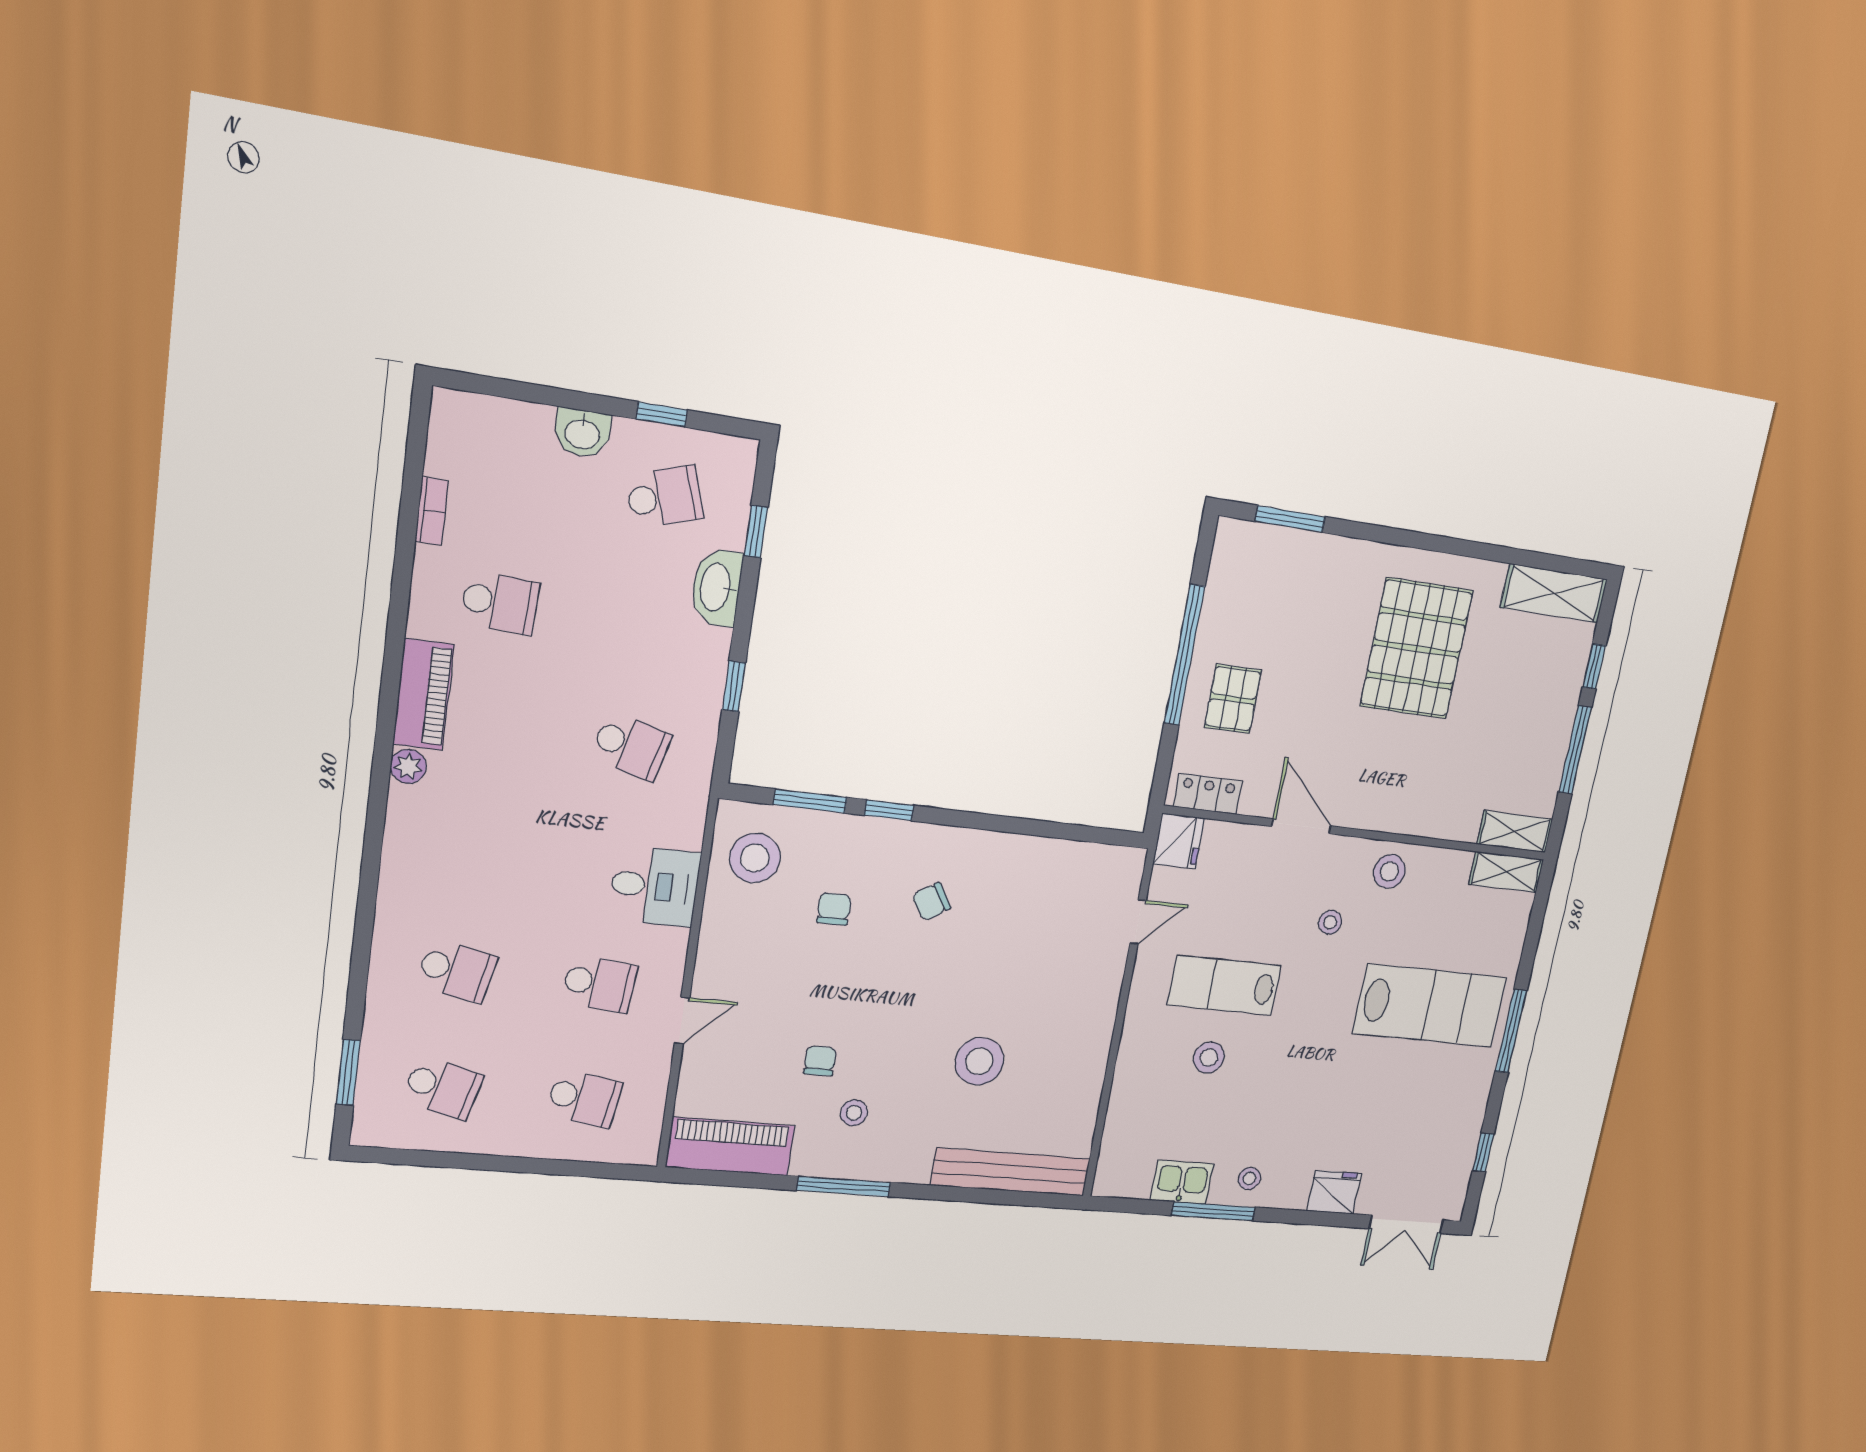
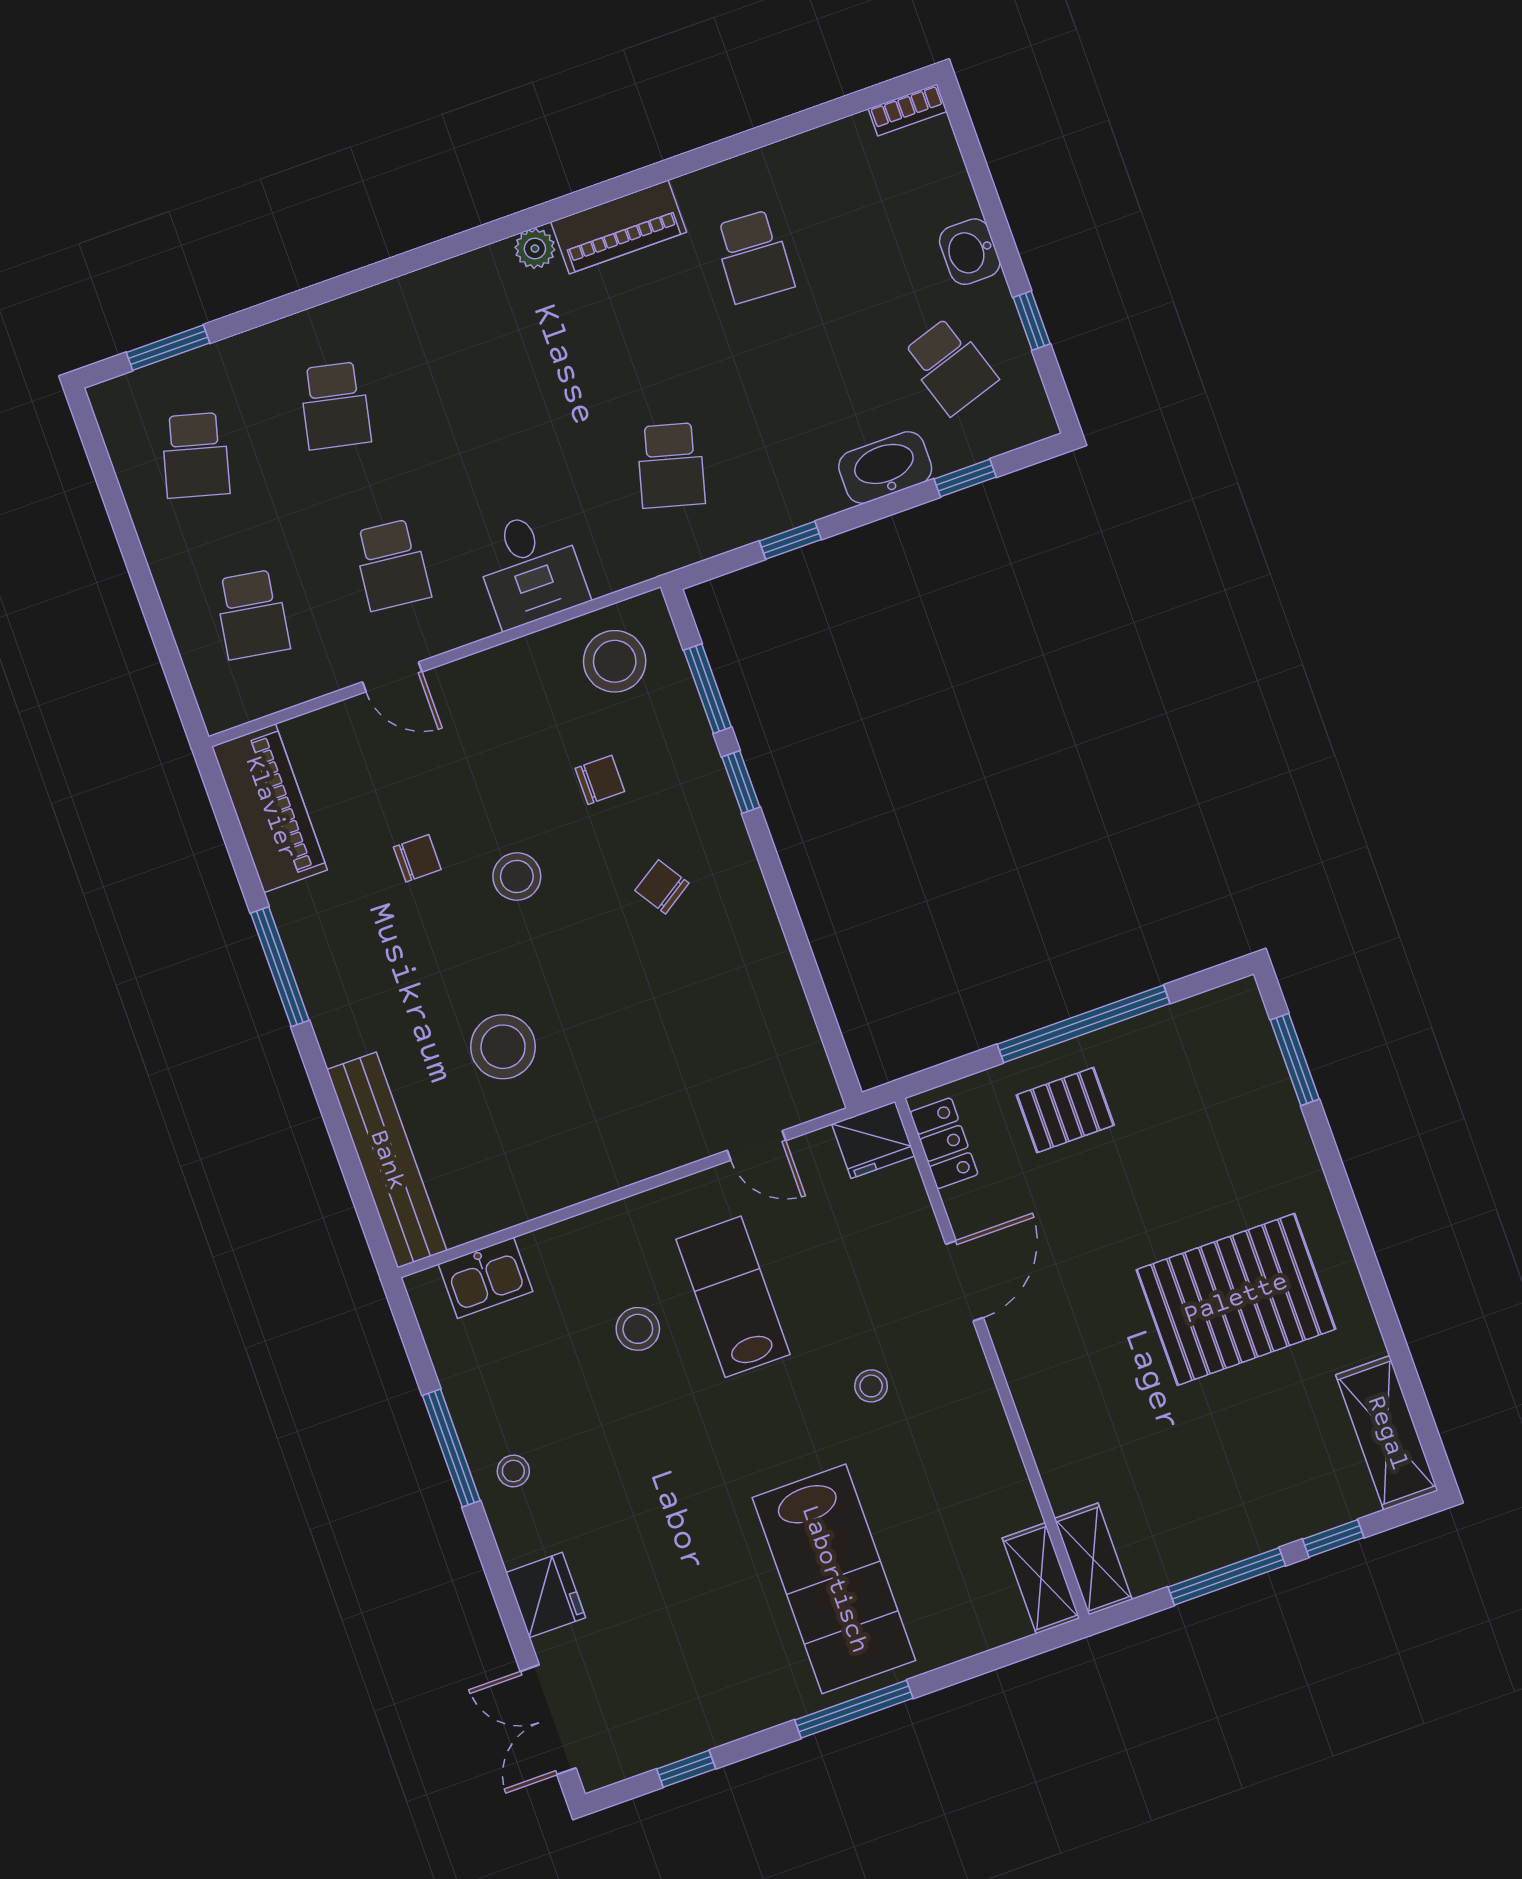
bookcase: (432, 511) -> (908, 110), moved
stool: (1389, 871) -> (967, 1425), removed
stool: (854, 1113) -> (517, 876), moved, width x1.37, depth x1.37
kitchen sink: (1182, 1182) -> (485, 1278), moved, turned 90

